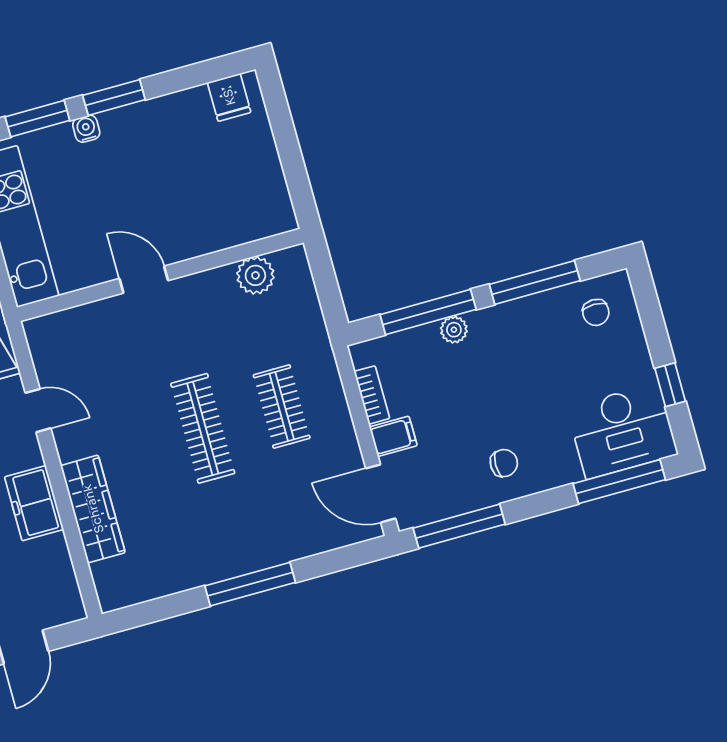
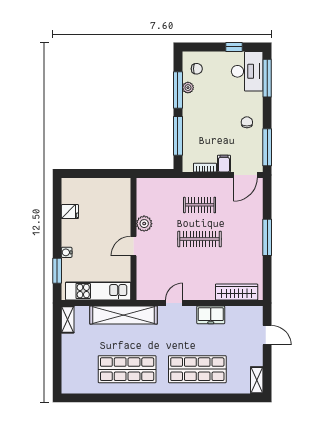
window: (114, 97) -> (57, 238), removed
fridge: (229, 97) -> (70, 212), moved
plant: (255, 275) -> (144, 224), moved
plant: (454, 330) -> (188, 88), moved
wardrobe: (93, 509) -> (237, 292), moved

